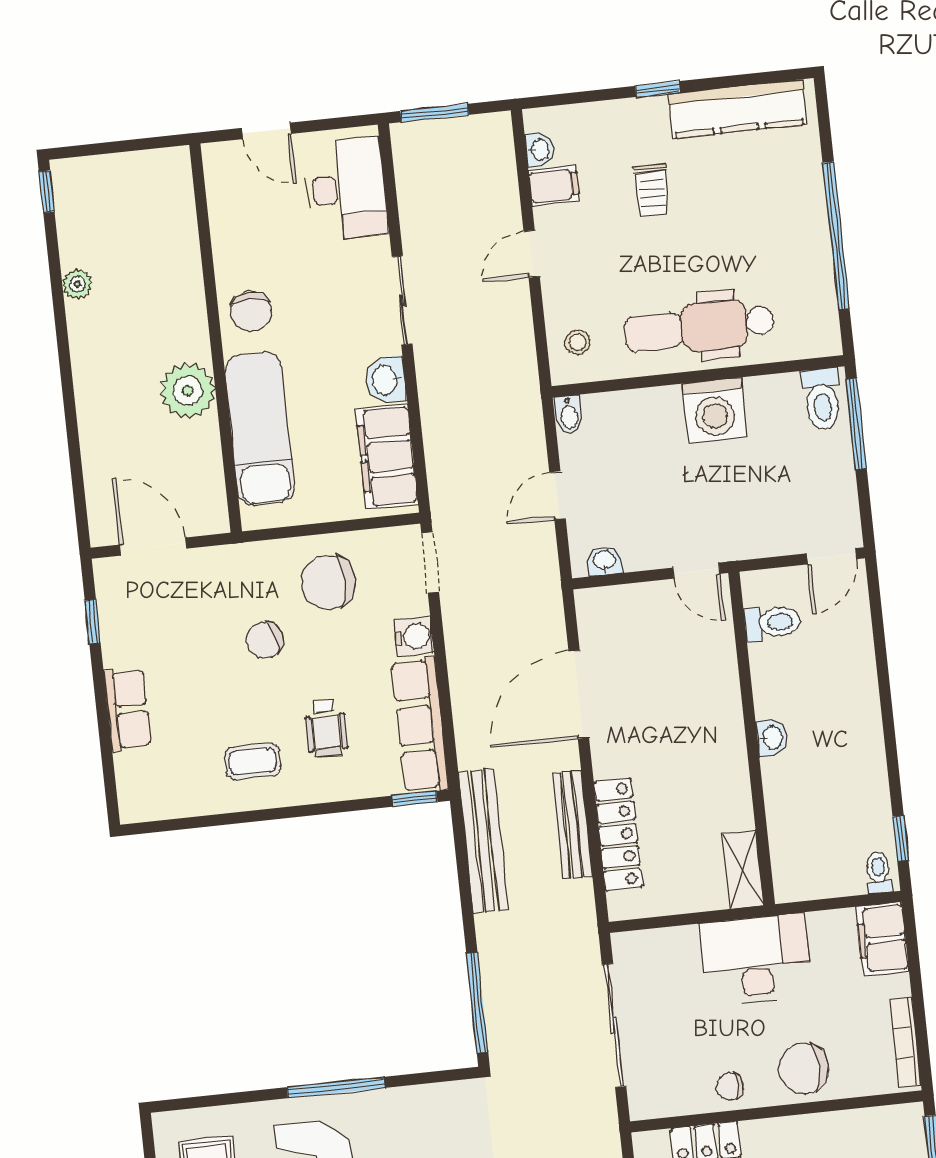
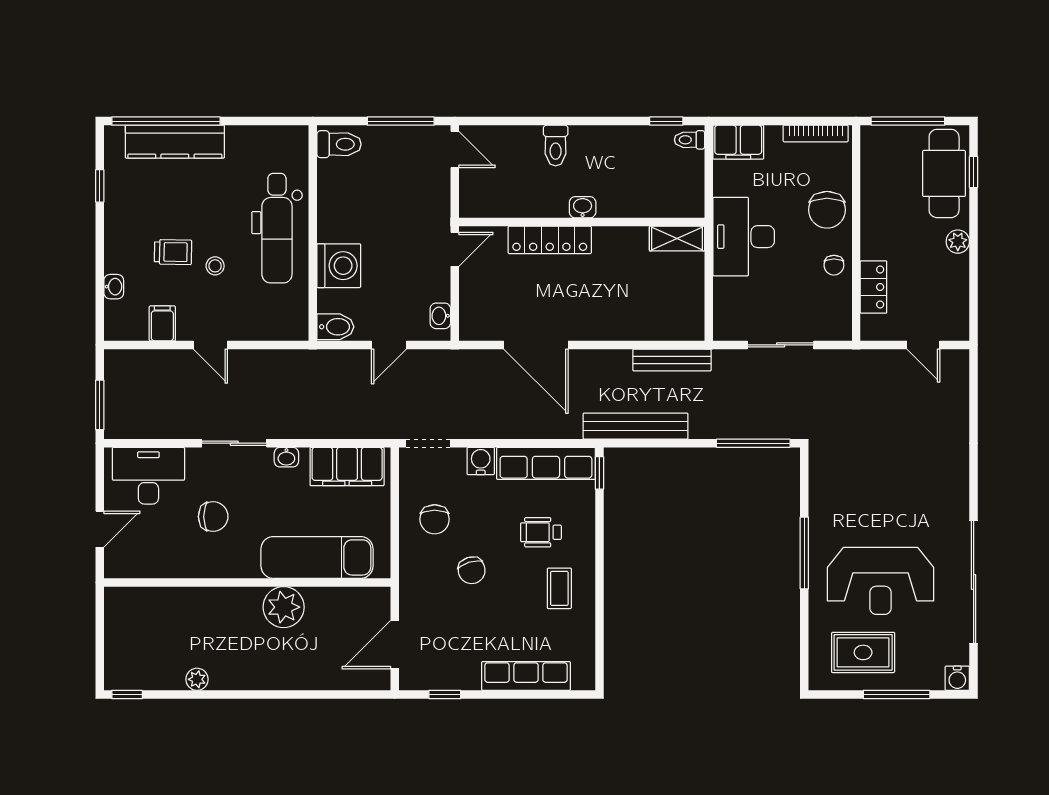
window: (658, 89) -> (100, 186), moved
kitchen counter: (737, 109) -> (175, 142), moved, turned 90
washbasin: (540, 150) -> (114, 287), moved, turned 90
window: (836, 236) -> (166, 121), moved
chair: (251, 312) -> (213, 517), moved
stool: (578, 342) -> (215, 266), moved
washbasin: (386, 380) -> (286, 457), width x0.72, depth x0.69
washing machine: (714, 410) -> (339, 266), moved
bidet: (569, 414) -> (335, 327), width x1.38, depth x1.36
window: (856, 424) -> (401, 121), moved
door: (557, 495) -> (389, 345), hinge flipped
chair: (328, 582) -> (435, 519), width x0.73, depth x0.73
toilet: (773, 623) -> (556, 145), moved, turned 180
row of seats: (127, 709) -> (526, 676), width x1.48
wheelchair: (326, 728) -> (541, 532), turned 180
bench: (572, 825) -> (672, 360), moved
locker: (618, 834) -> (550, 240), moved, turned 180
sliding door: (614, 1025) -> (781, 345), width x0.73

